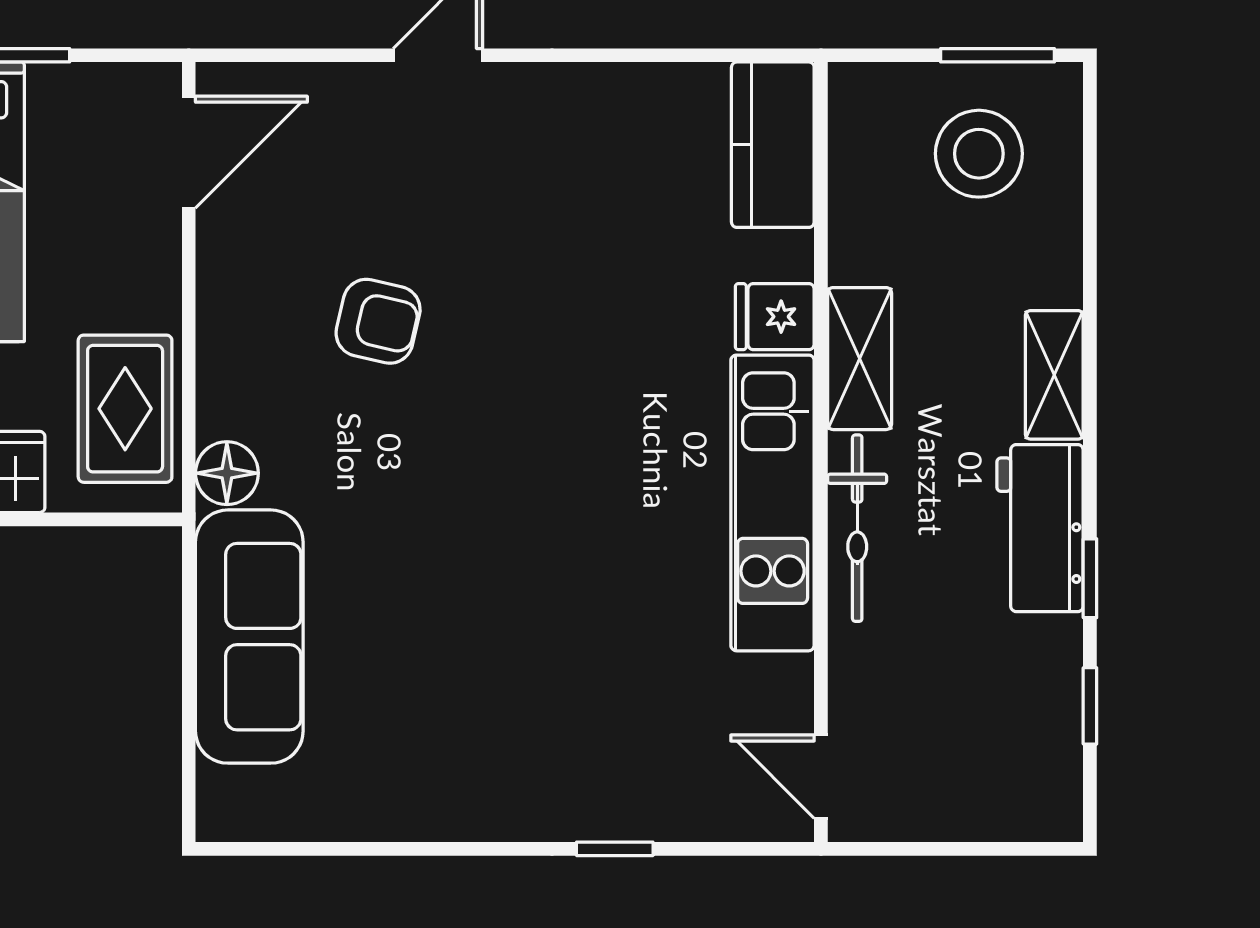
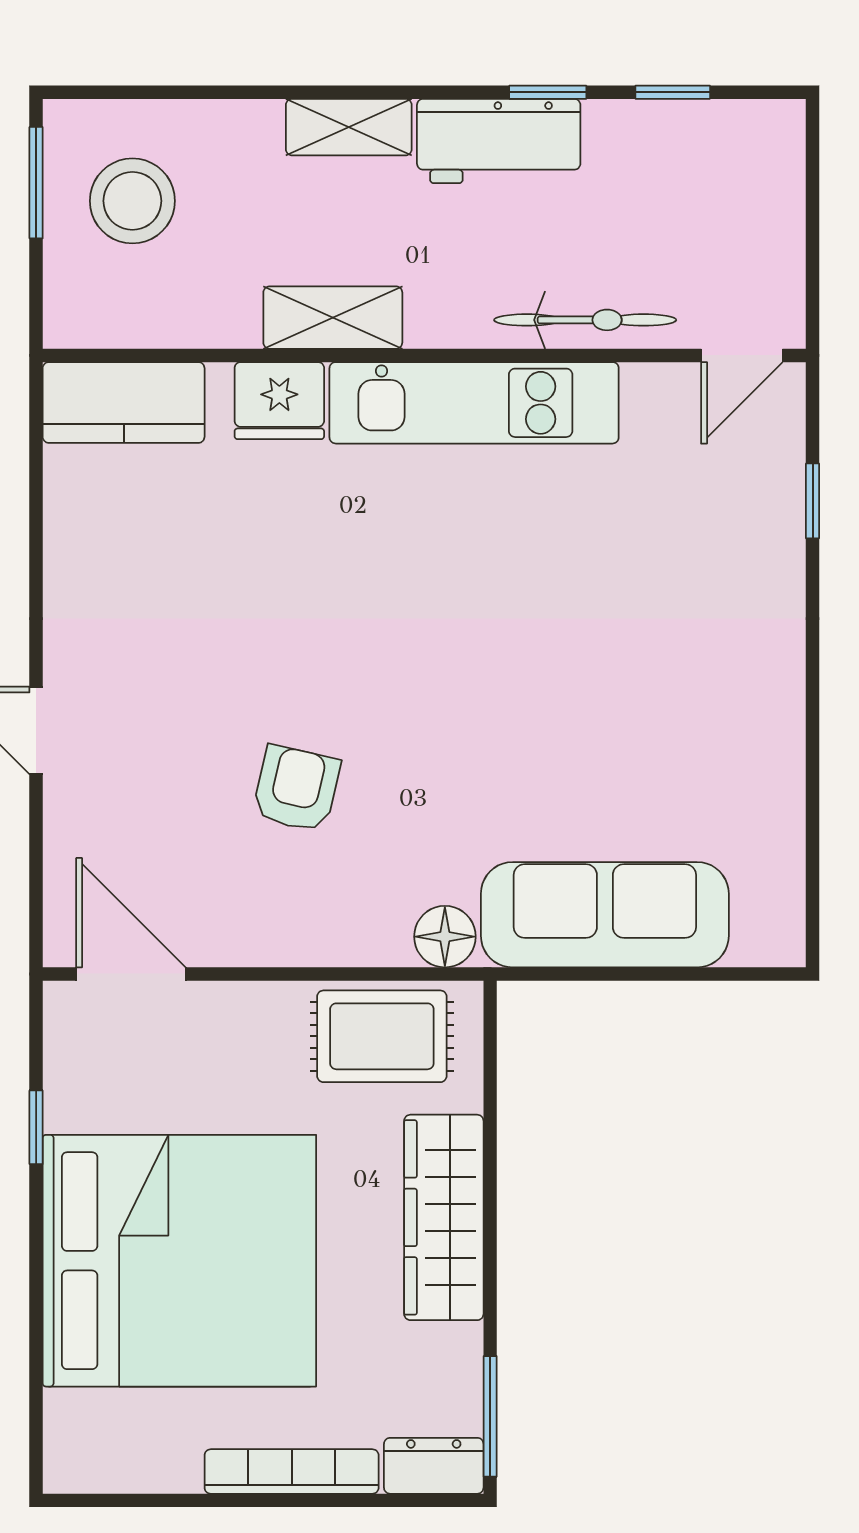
fridge: (775, 317) -> (279, 401), width x1.38
bicycle: (857, 528) -> (585, 320), moved
window: (615, 849) -> (813, 501), moved

